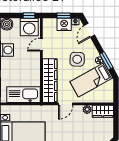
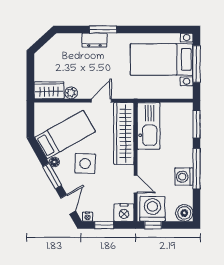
nightstand: (64, 24) -> (124, 213), moved
door: (41, 45) -> (136, 184), hinge flipped
window: (106, 61) -> (52, 176), moved
kitchen sink: (23, 95) -> (149, 126), moved, turned -90

